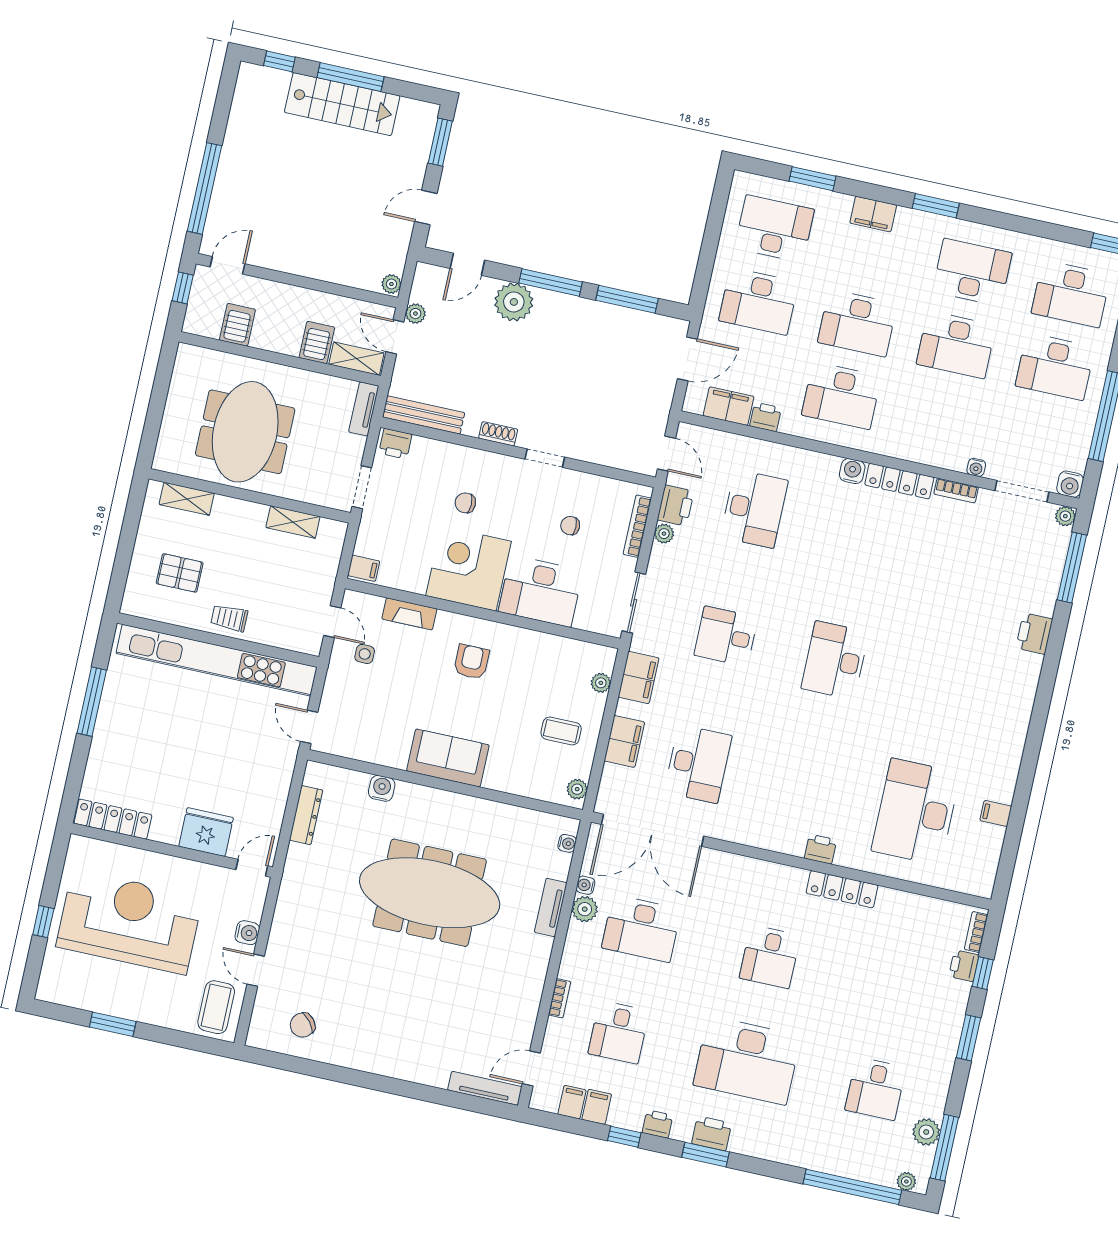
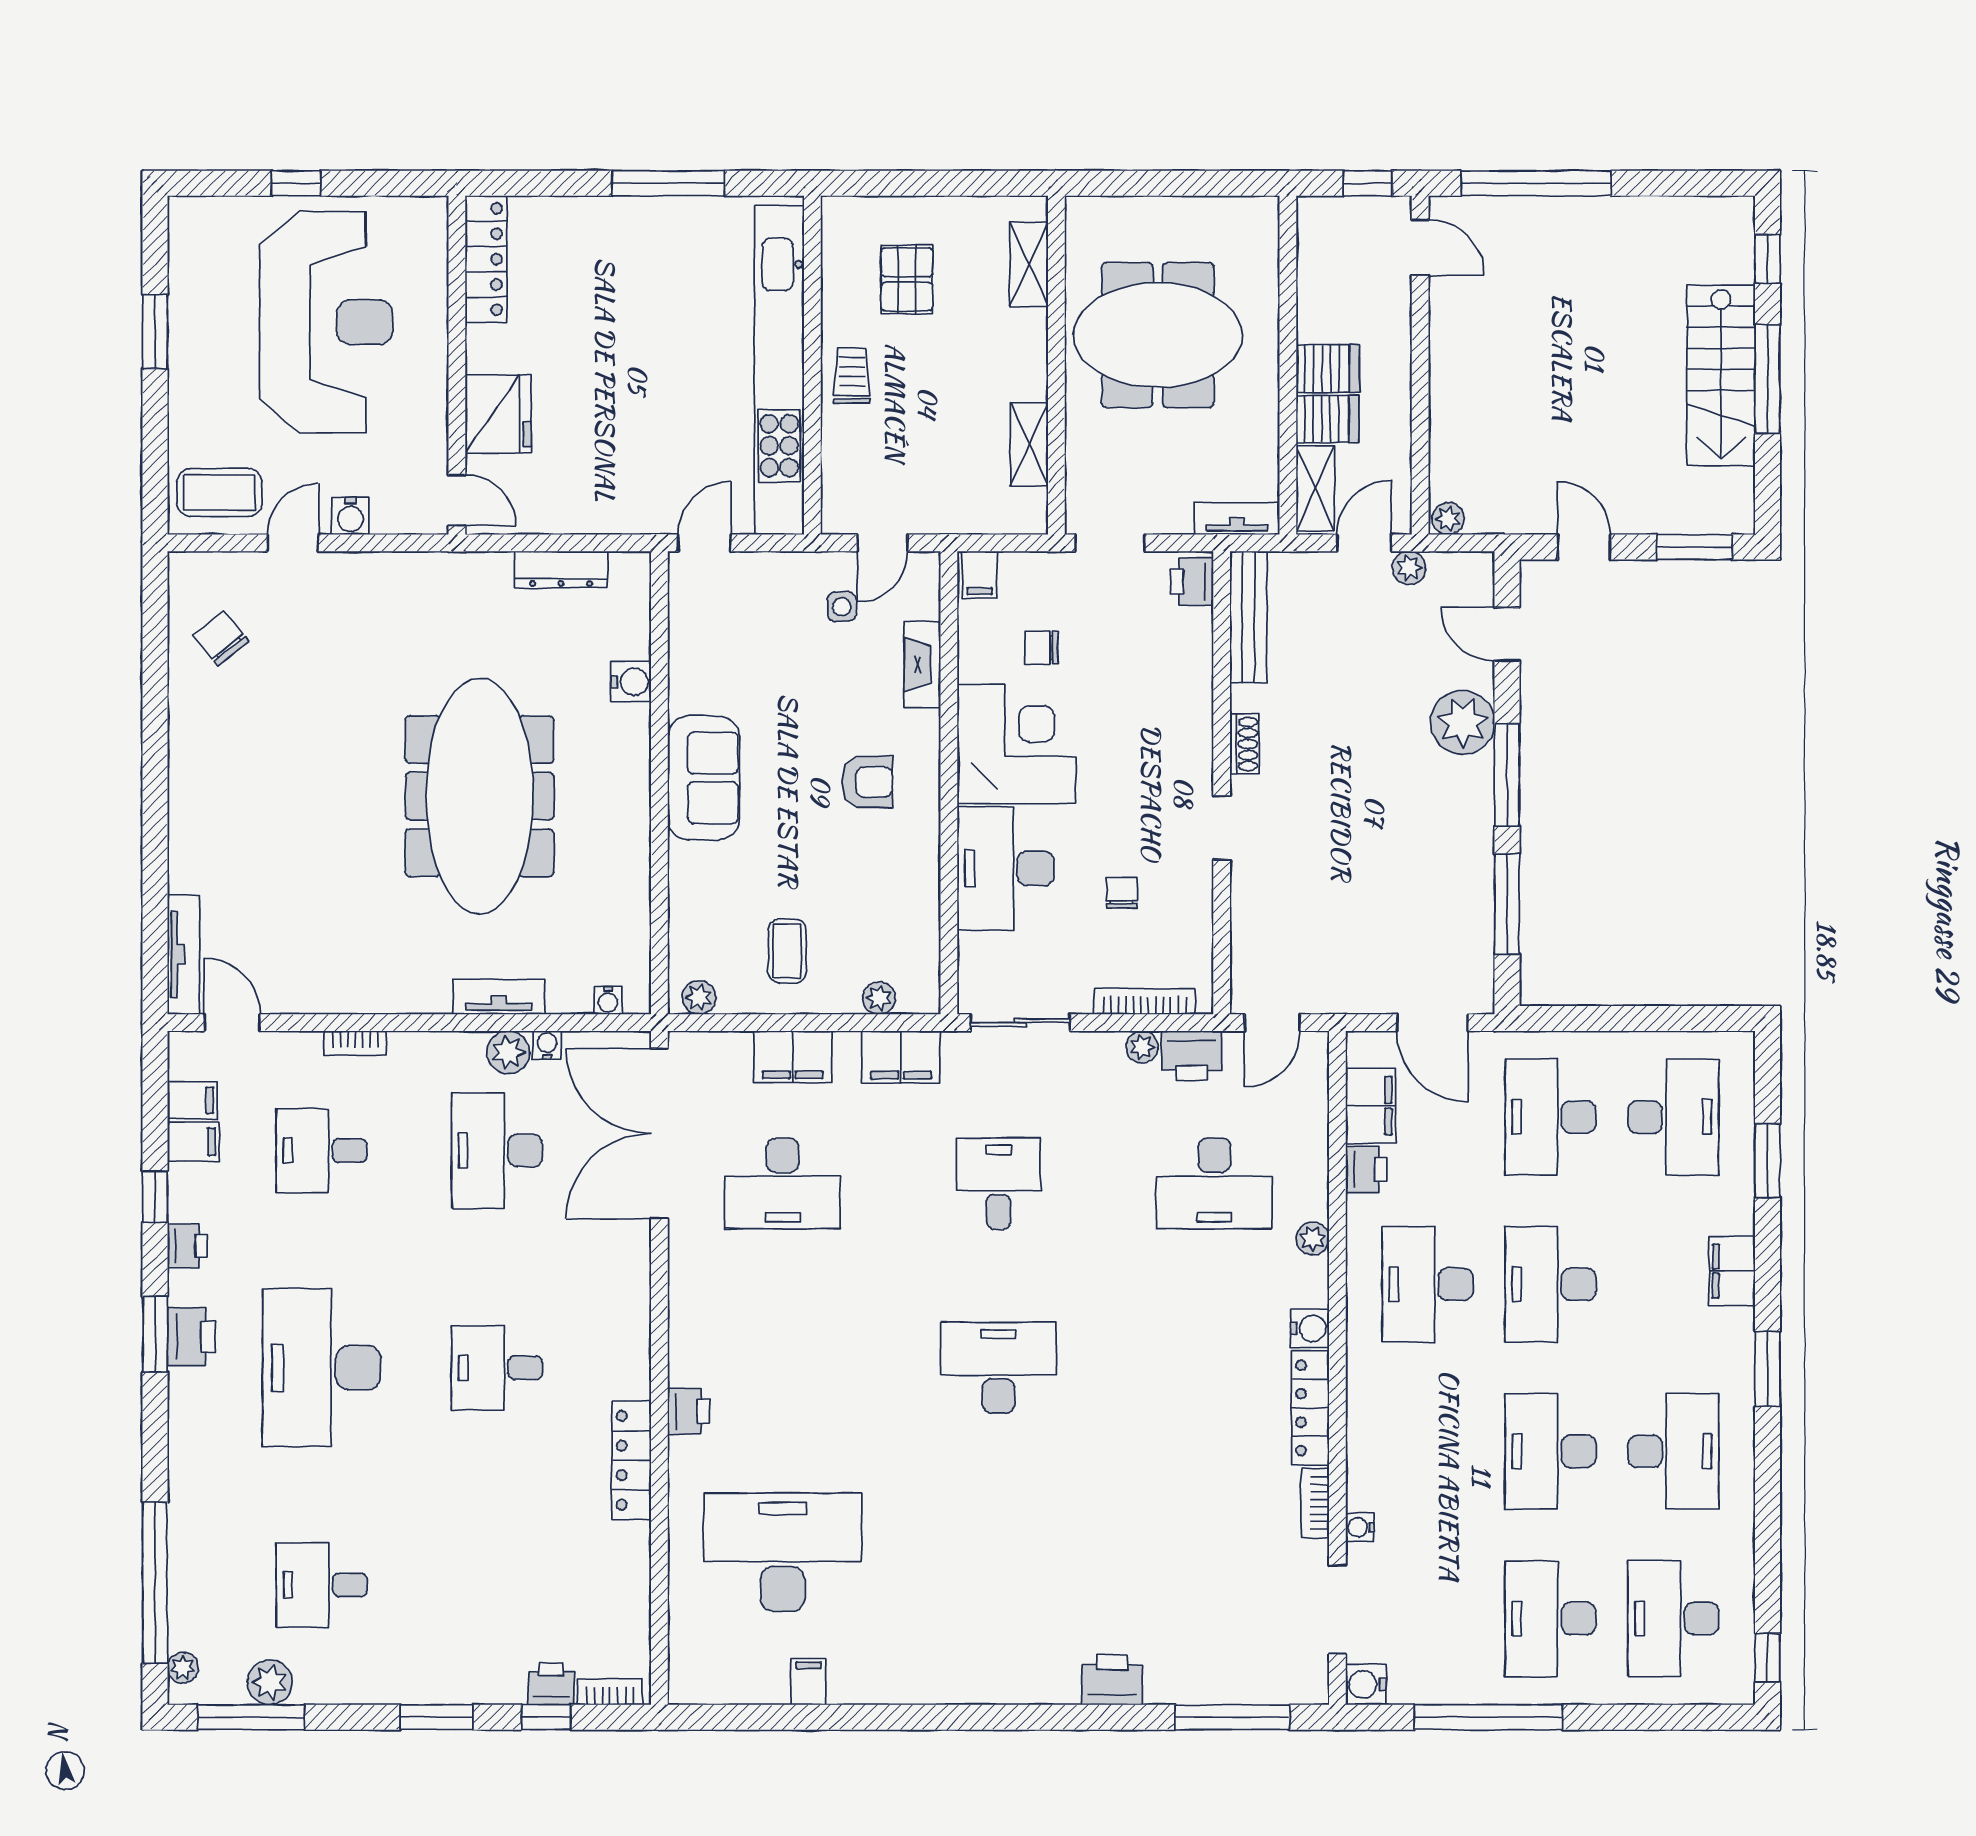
server rack: (237, 325) -> (1328, 368), moved
chair: (465, 503) -> (1041, 648), moved, turned -90
plant: (1065, 516) -> (1313, 1238), moved

